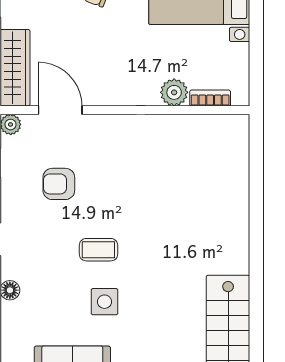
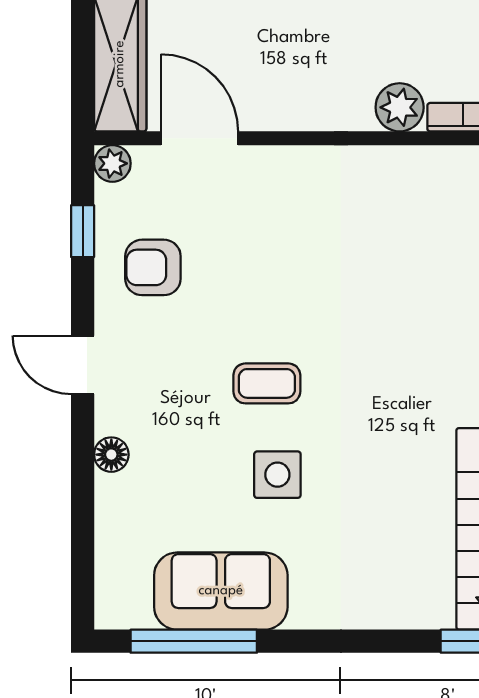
armchair: (59, 184) -> (153, 267), moved

